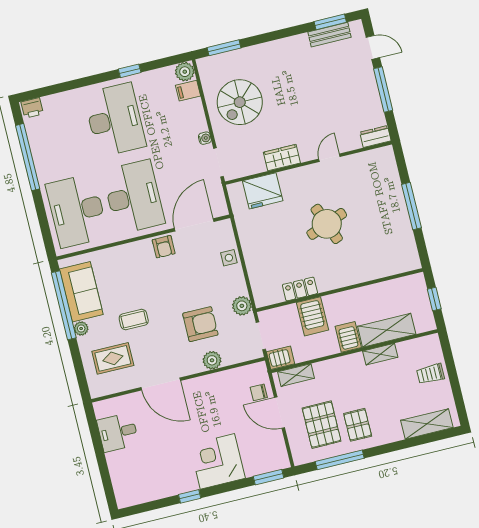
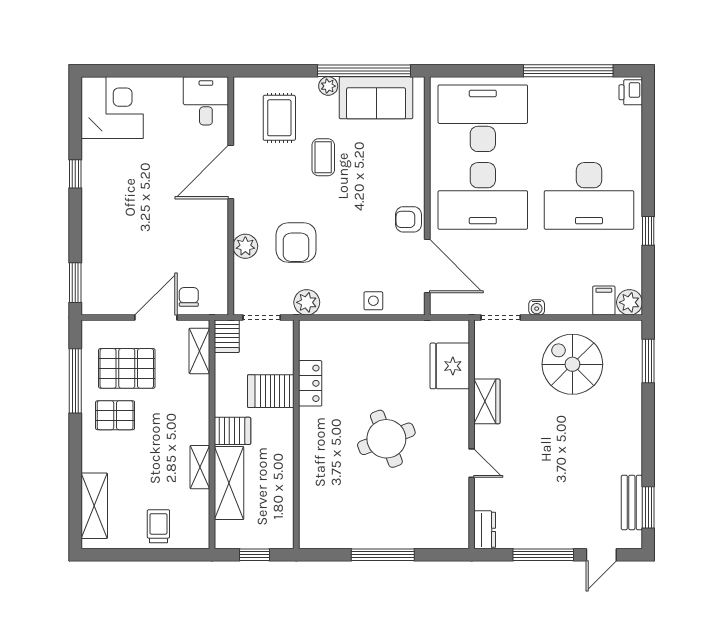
desk: (118, 432) -> (206, 101), moved
corner desk: (217, 461) -> (112, 108), moved

